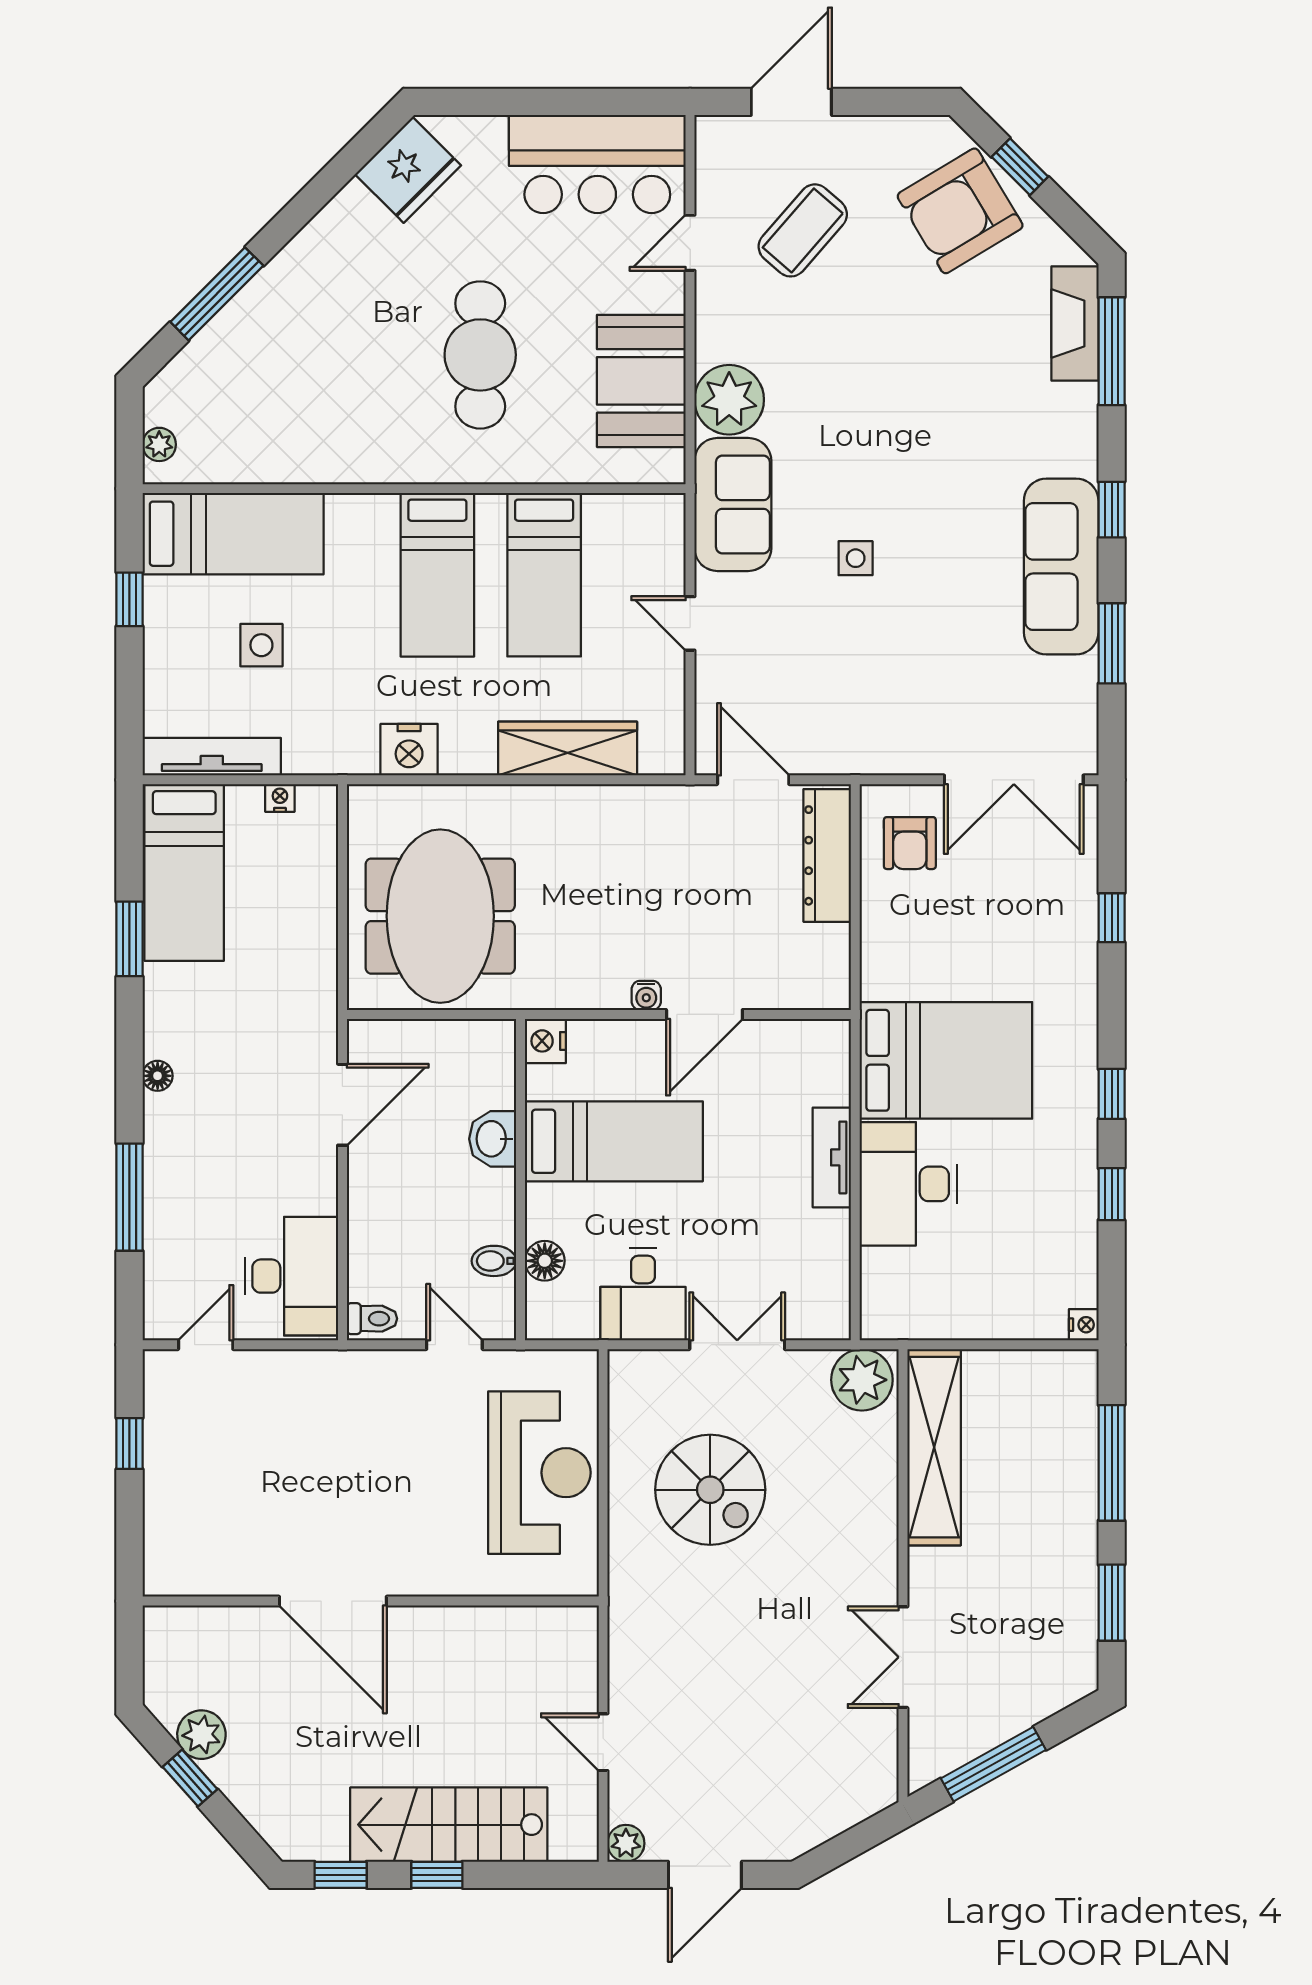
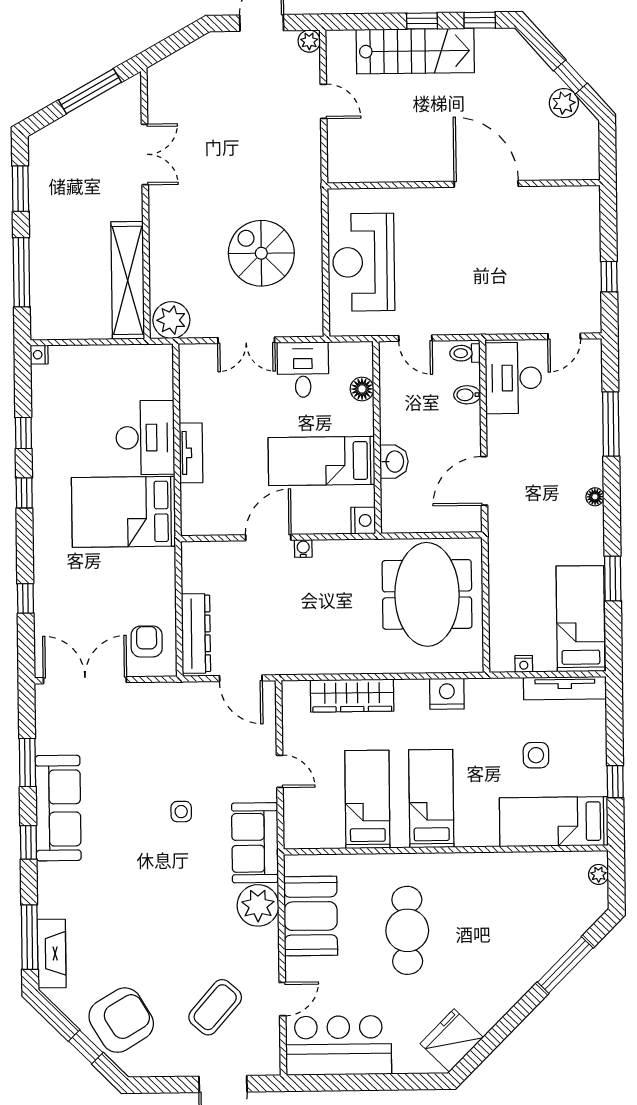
bidet: (494, 1261) -> (467, 395), moved, turned 180

